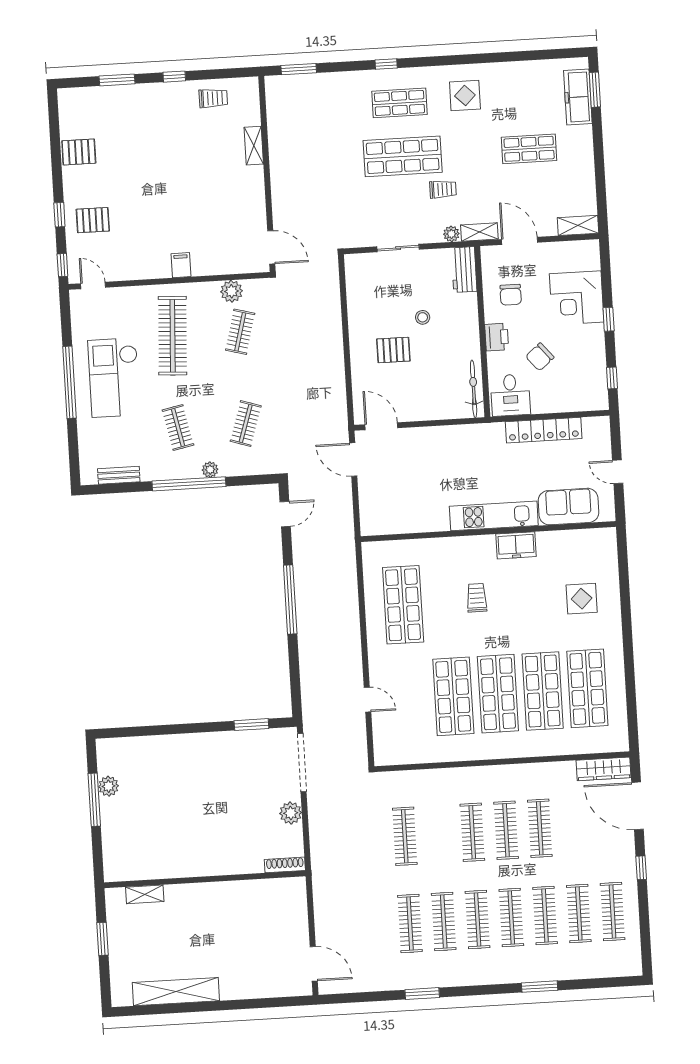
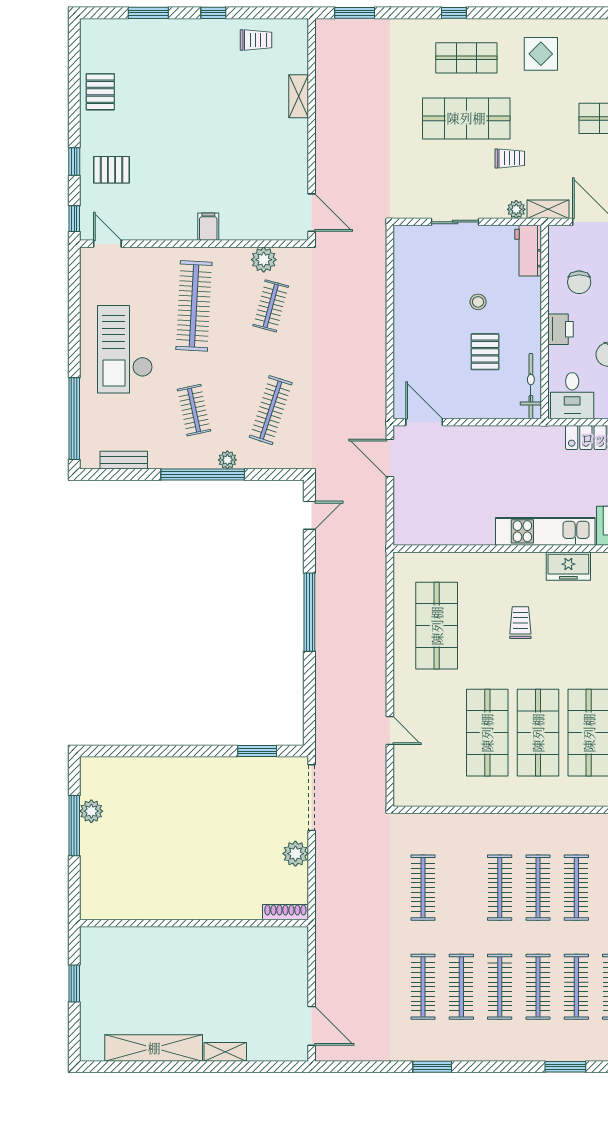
pallet: (79, 152) -> (100, 92), turned 90
pallet: (393, 350) -> (485, 352), moved, turned 90
window: (69, 382) -> (74, 419), moved
clothes rail: (246, 424) -> (271, 410), width x1.36
shelving: (145, 894) -> (225, 1052), moved

